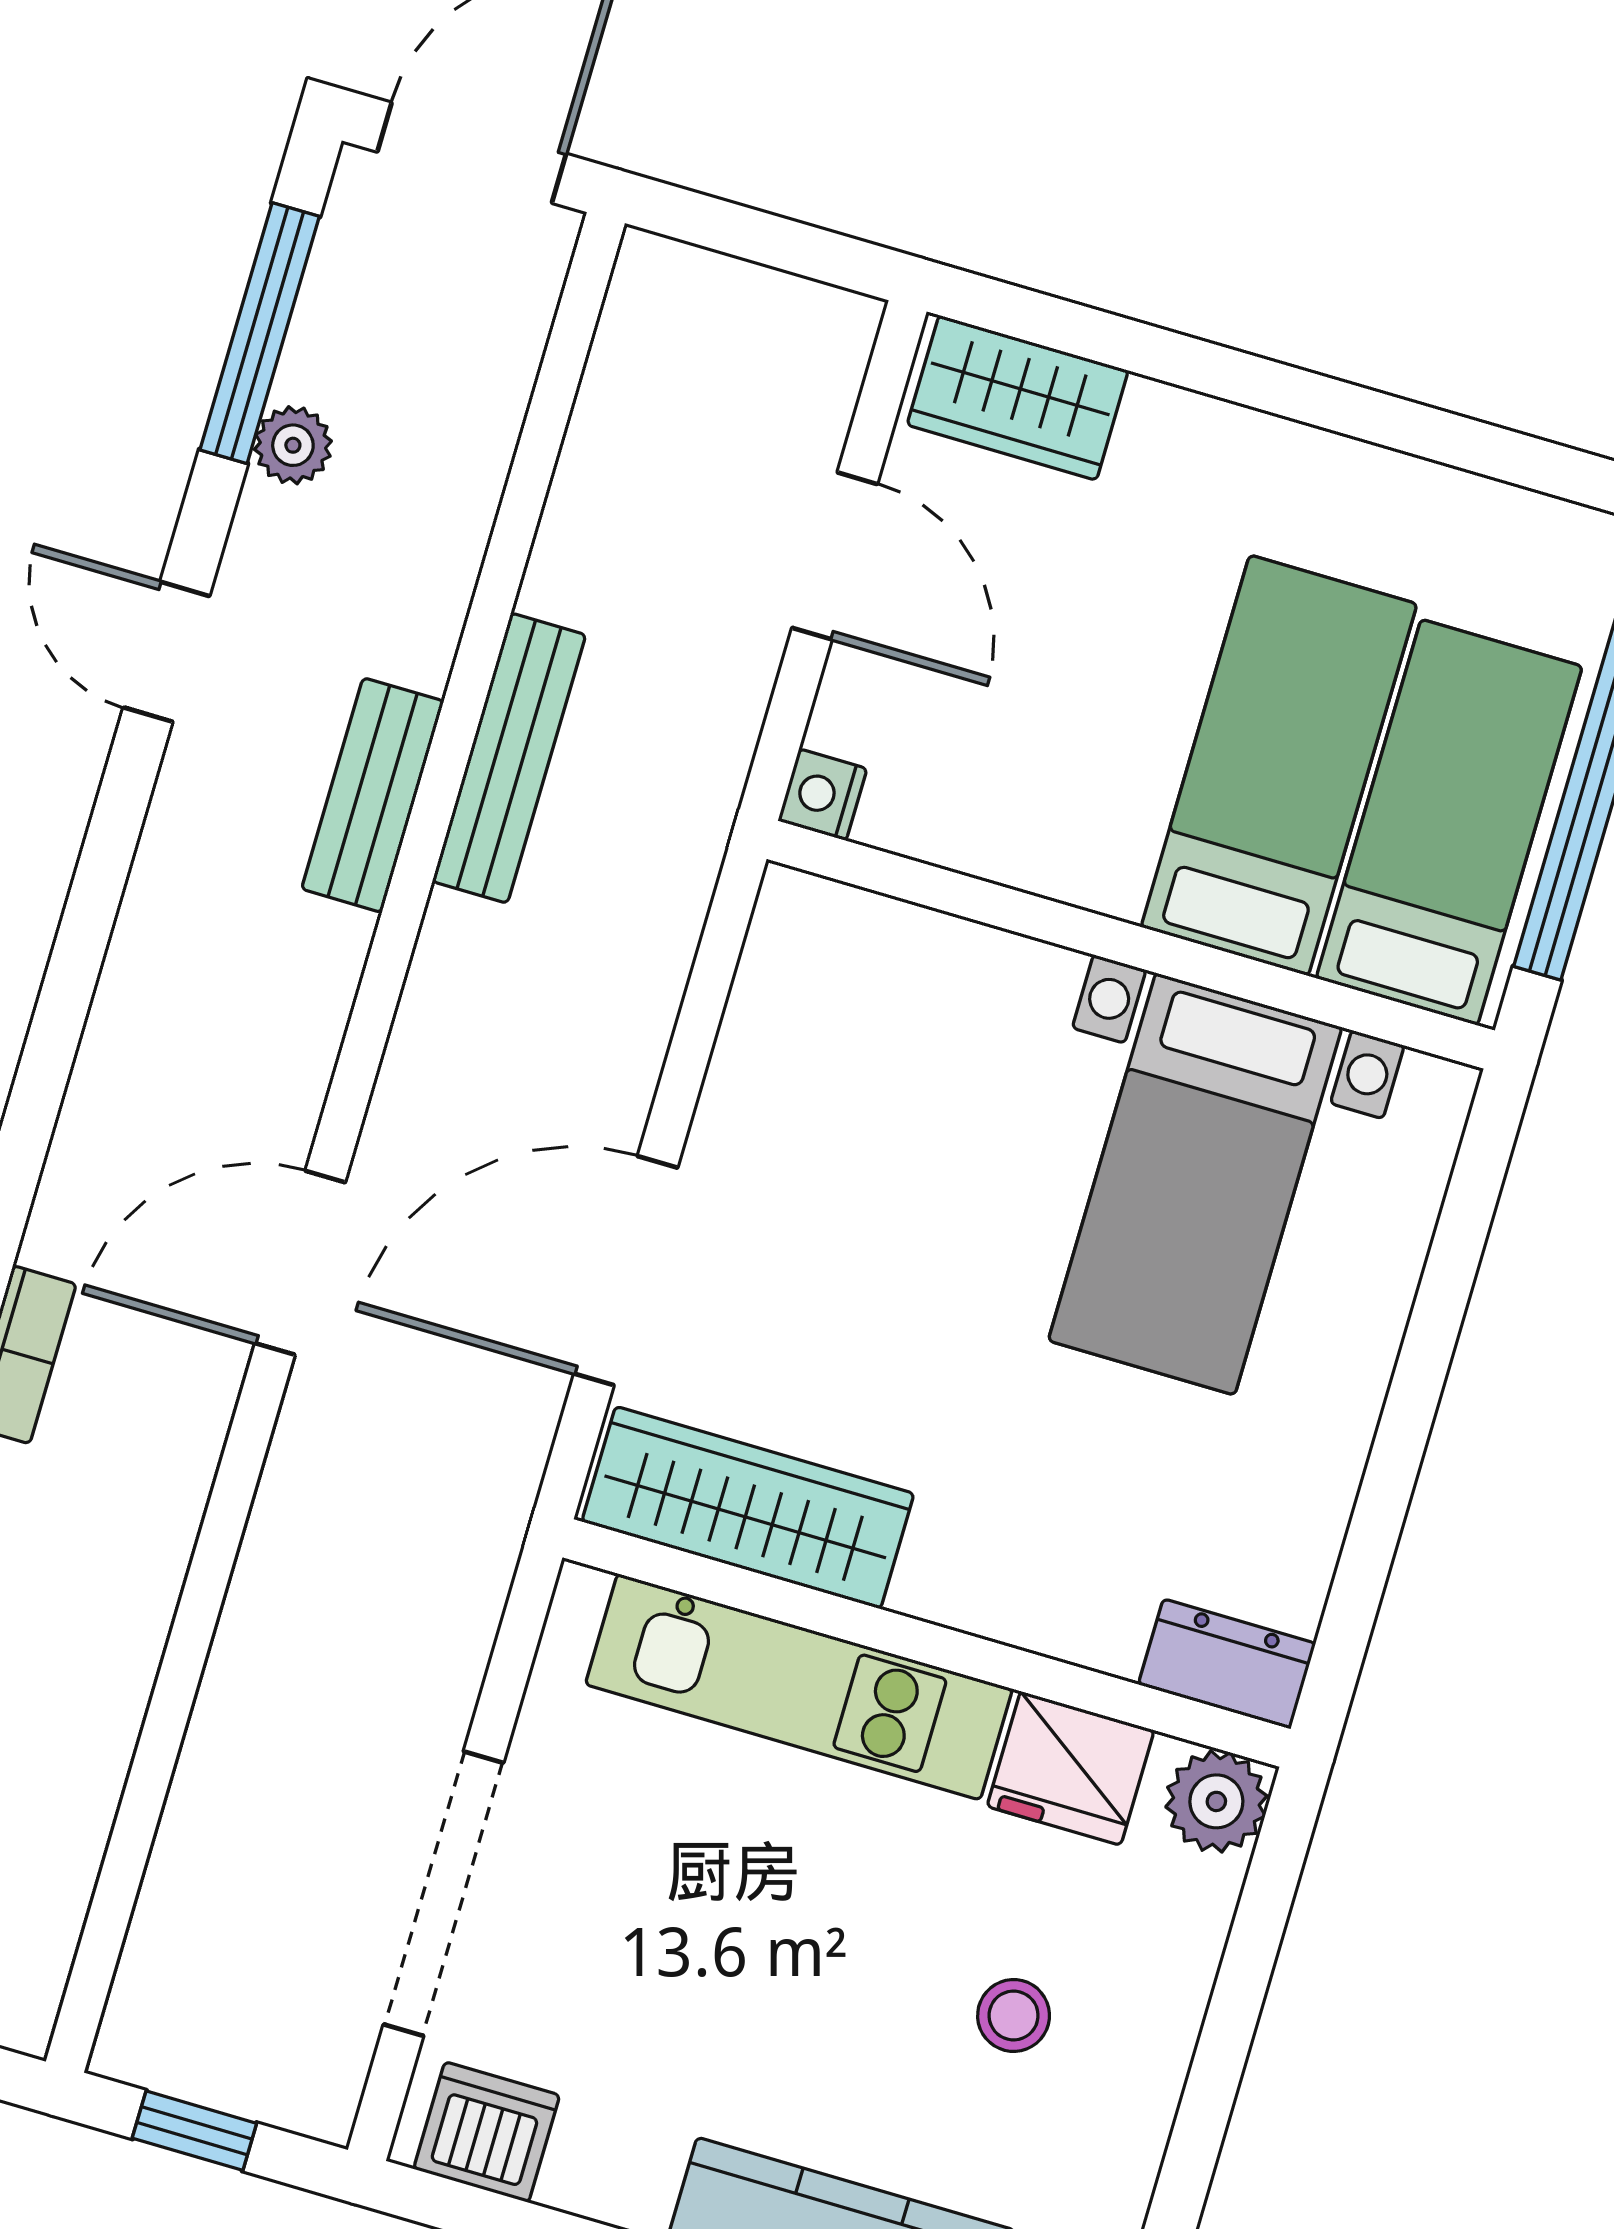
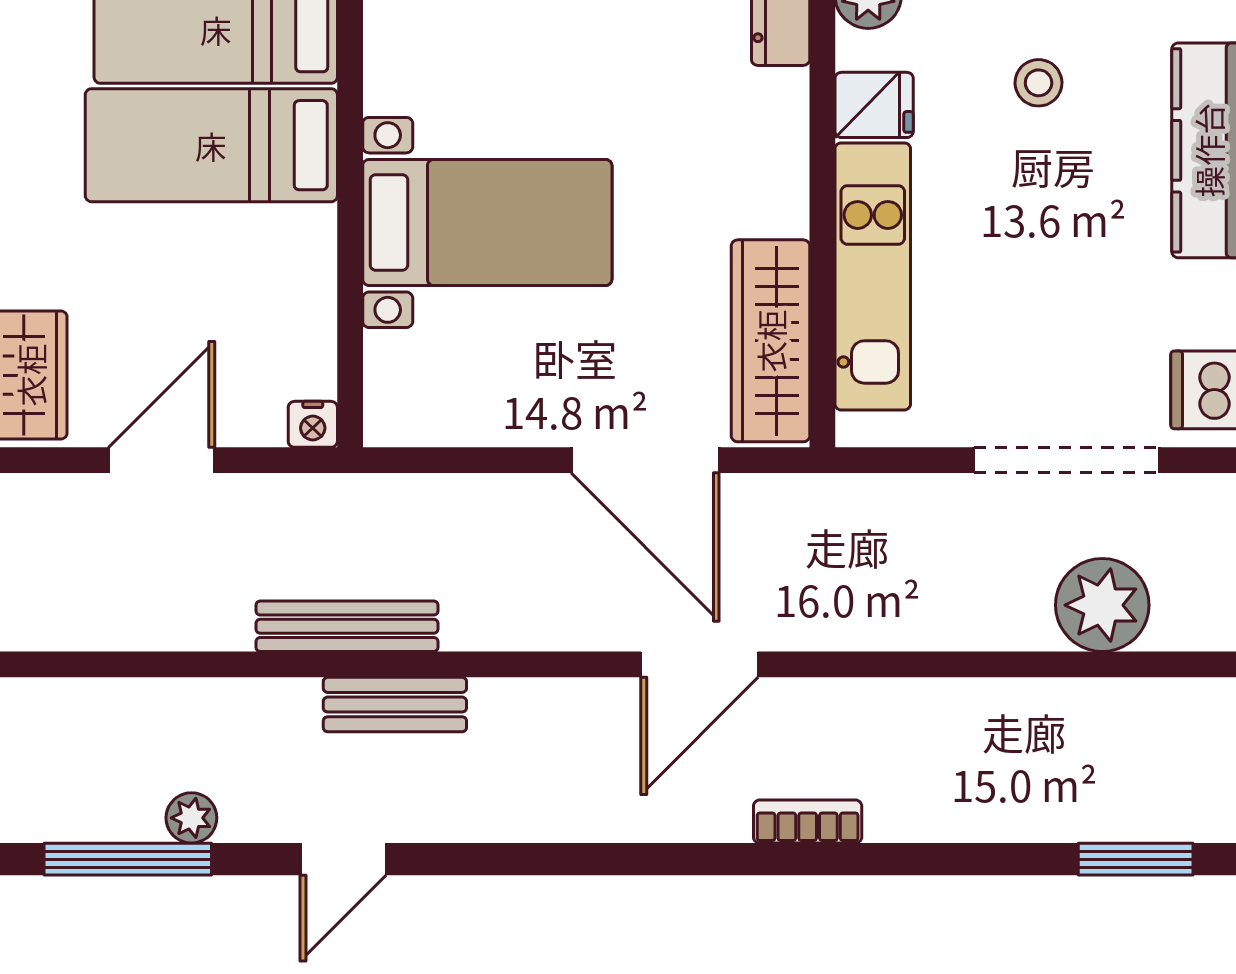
bed with nightstands: (1195, 1184) -> (487, 222), moved
door: (300, 1263) -> (700, 664), hinge flipped
fridge: (1071, 1768) -> (874, 105), width x0.72
plant: (214, 1884) -> (1102, 605), added

